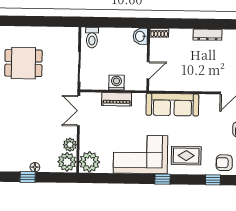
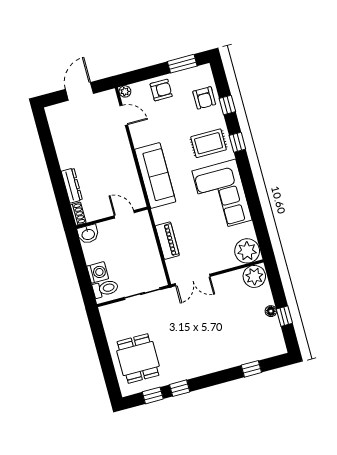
dresser: (207, 35) -> (72, 186), moved
dining table: (23, 63) -> (138, 358), moved
washing machine: (116, 82) -> (98, 272), moved, turned 180
plant: (70, 145) -> (234, 279), removed
rug: (186, 156) -> (209, 143), turned 90
window: (163, 179) -> (237, 142), moved

